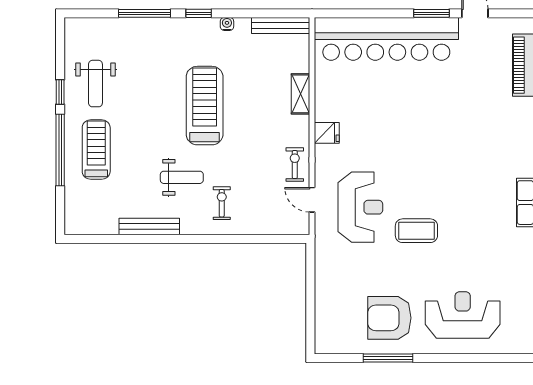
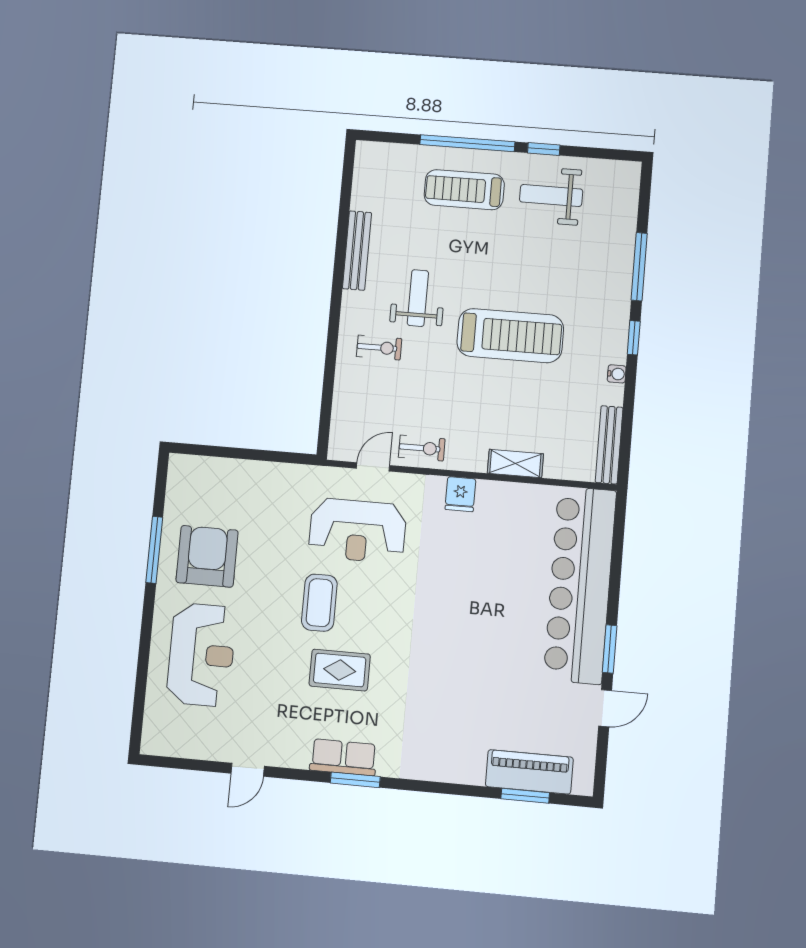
treadmill: (96, 150) -> (464, 190), turned 180
weight bench: (182, 177) -> (418, 298), turned 180
rug: (465, 211) -> (340, 670), added

